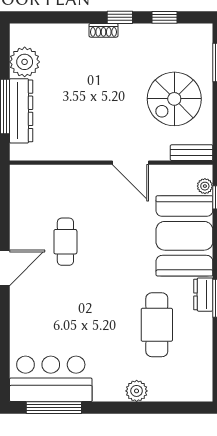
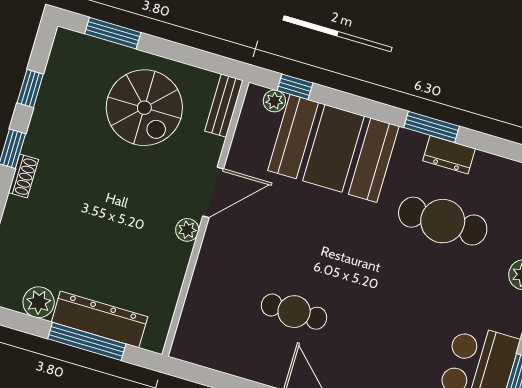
plant: (25, 62) -> (39, 302), width x0.73, depth x0.73
plant: (100, 153) -> (187, 230), added
dresser: (203, 295) -> (449, 155), moved

